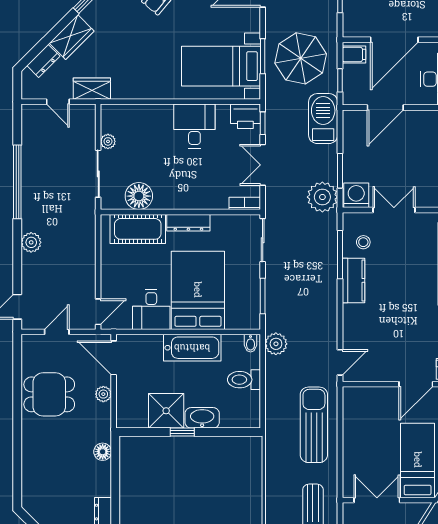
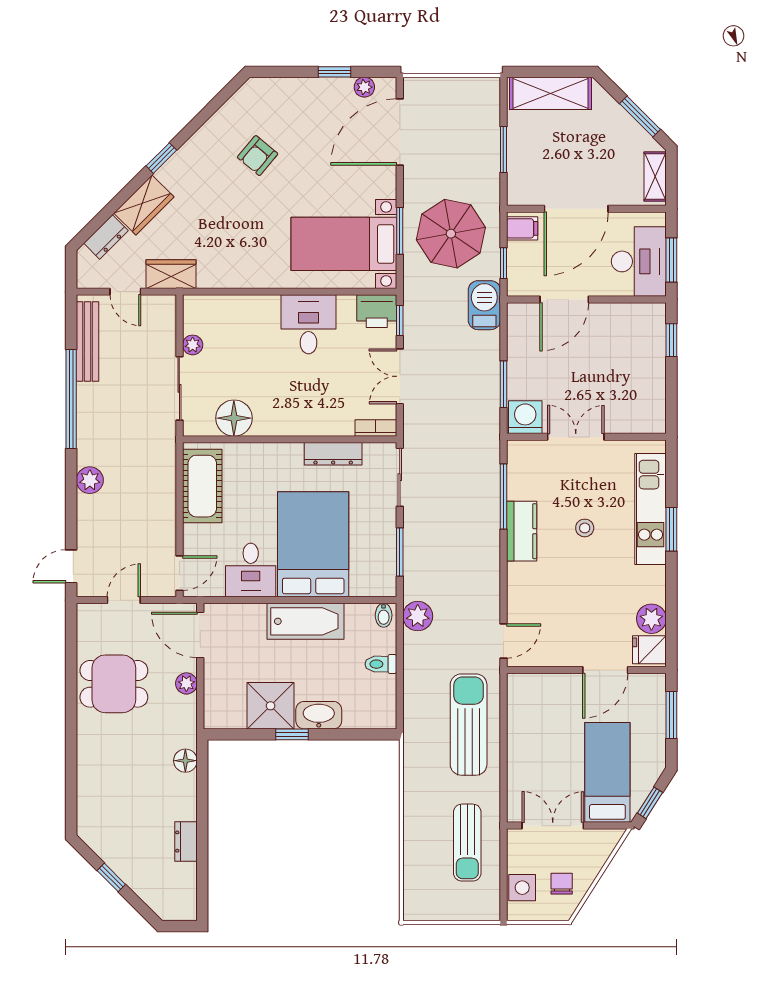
barbecue: (323, 119) -> (484, 305), width x0.73, depth x0.83
bench: (30, 139) -> (87, 342), added
plant: (322, 197) -> (480, 419), removed
dresser: (188, 223) -> (333, 454), moved
cot: (138, 229) -> (202, 486), moved, turned 90
stool: (363, 242) -> (585, 528), moved
toilet: (244, 380) -> (381, 664), width x0.73, depth x0.72

